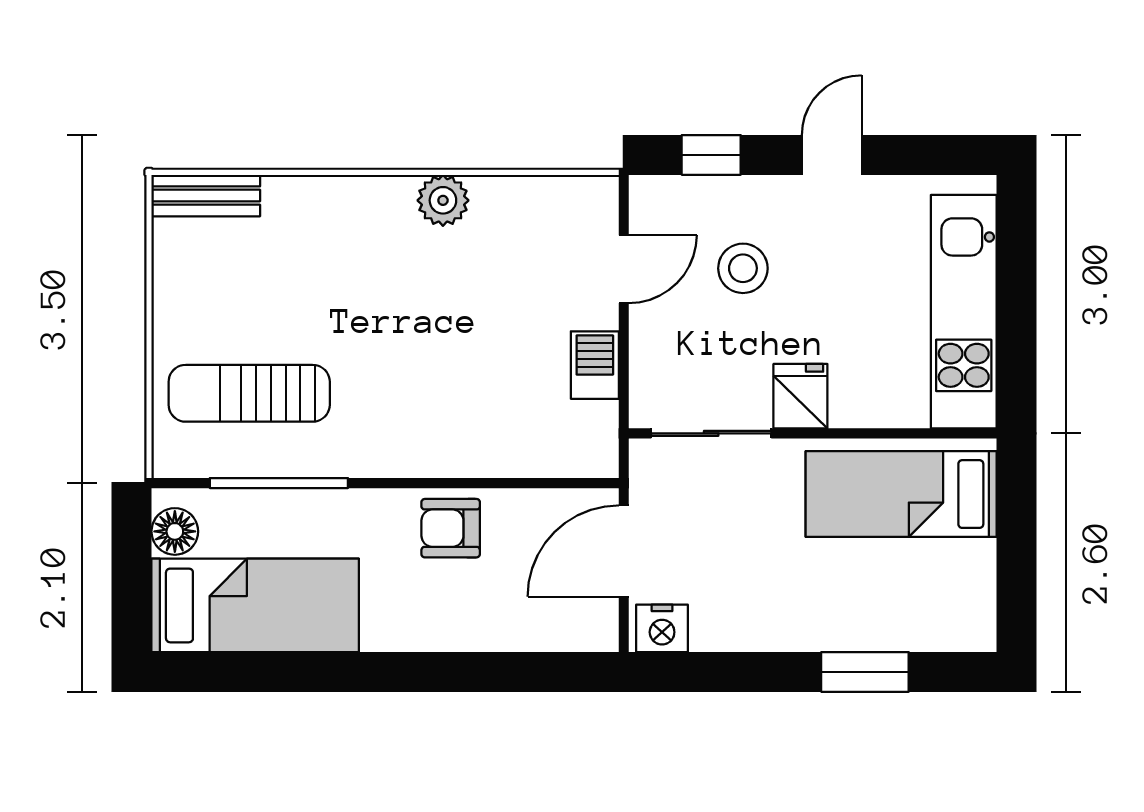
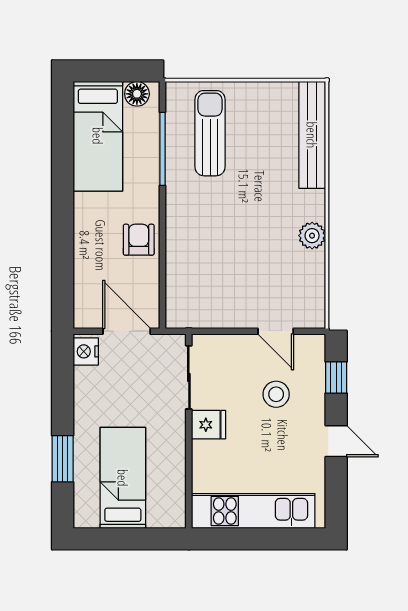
bench: (206, 196) -> (312, 135), width x1.86, depth x1.21
barbecue: (595, 365) -> (225, 316), removed
bed: (901, 494) -> (123, 478), moved

